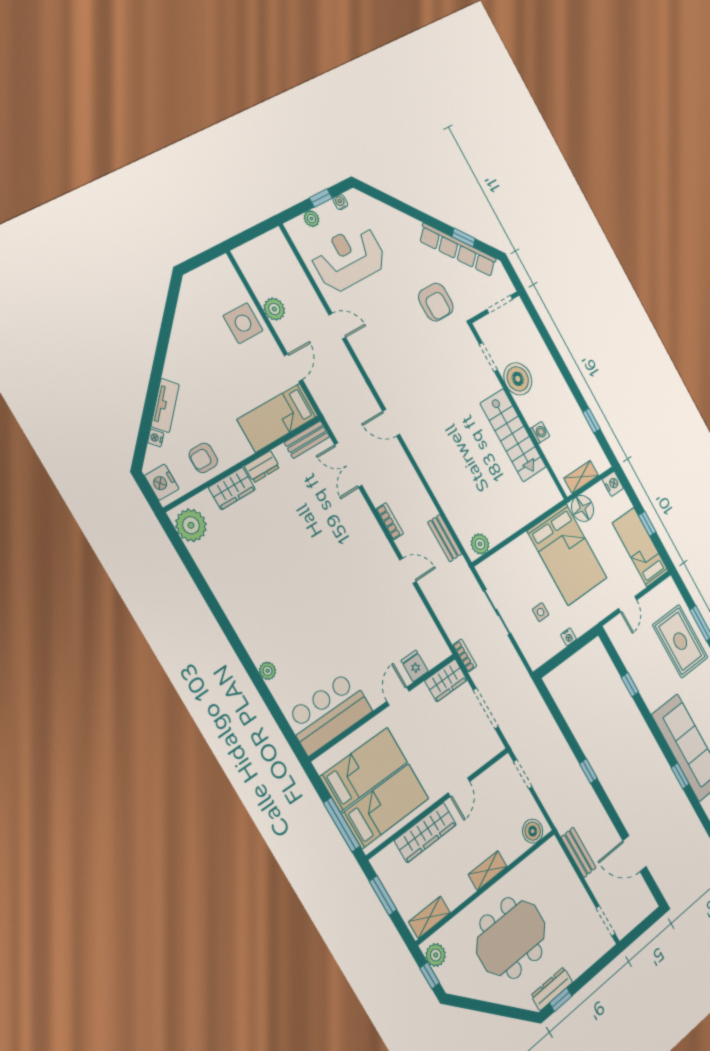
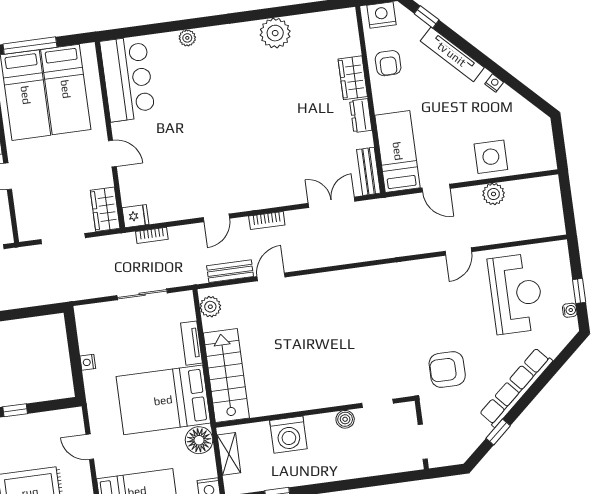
plant: (311, 219) -> (563, 272), removed
row of seats: (458, 250) -> (516, 387), moved
boiler: (518, 379) -> (345, 419), width x0.54, depth x0.54
tv unit: (165, 405) -> (452, 54), width x1.41
door: (391, 423) -> (271, 277), moved
washing machine: (540, 433) -> (288, 435), width x1.89, depth x1.89
window: (143, 435) -> (427, 17), added
stairs: (513, 435) -> (226, 376), moved, turned 90
nightstand: (156, 438) -> (494, 83), moved
armchair: (203, 458) -> (388, 63), turned 180
plant: (191, 525) -> (275, 33), moved
tv unit: (515, 549) -> (191, 343), added
side table: (541, 612) -> (123, 342), removed
bookcase: (465, 656) -> (152, 235), moved
fridge: (415, 666) -> (136, 216), moved

